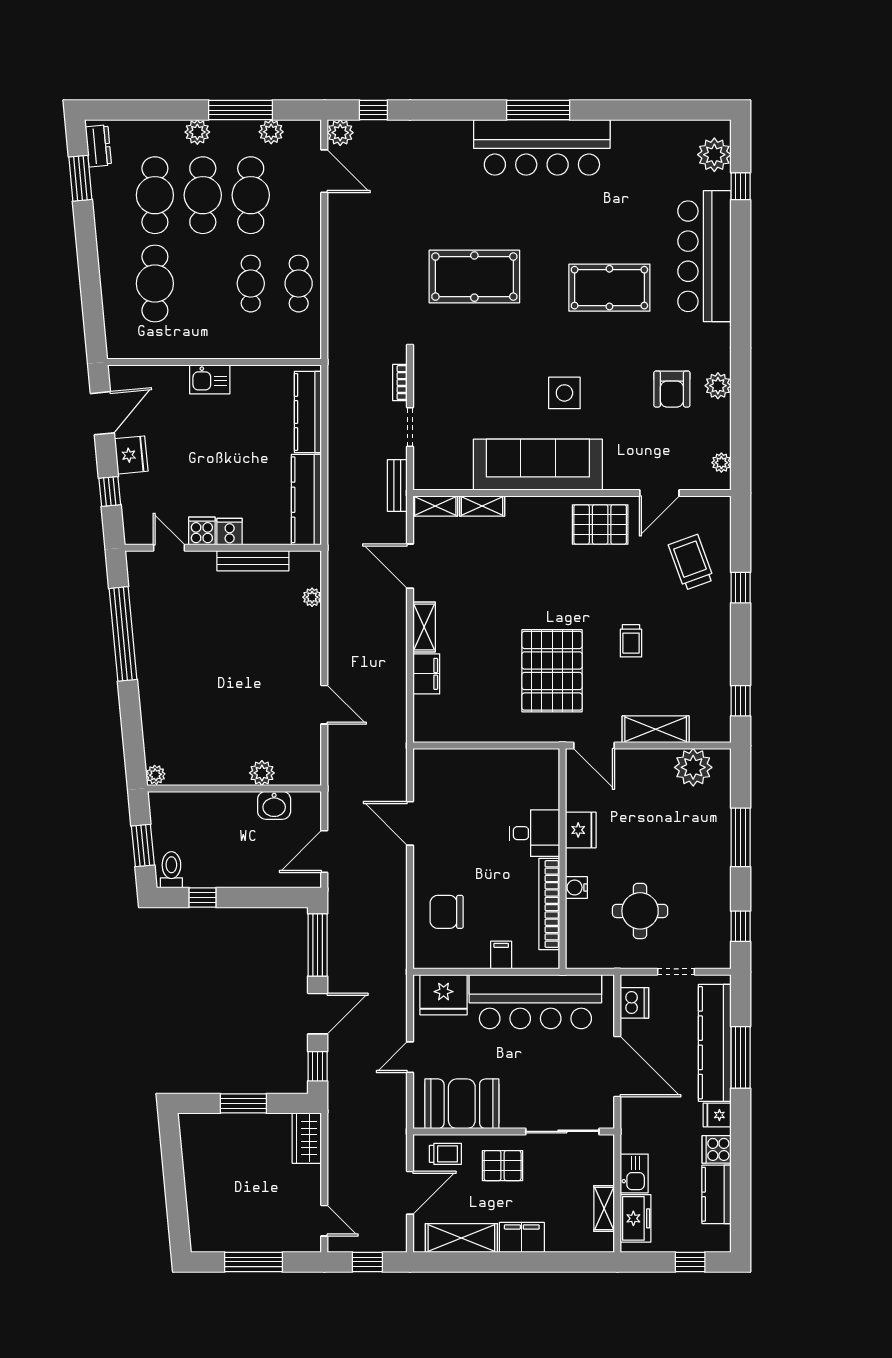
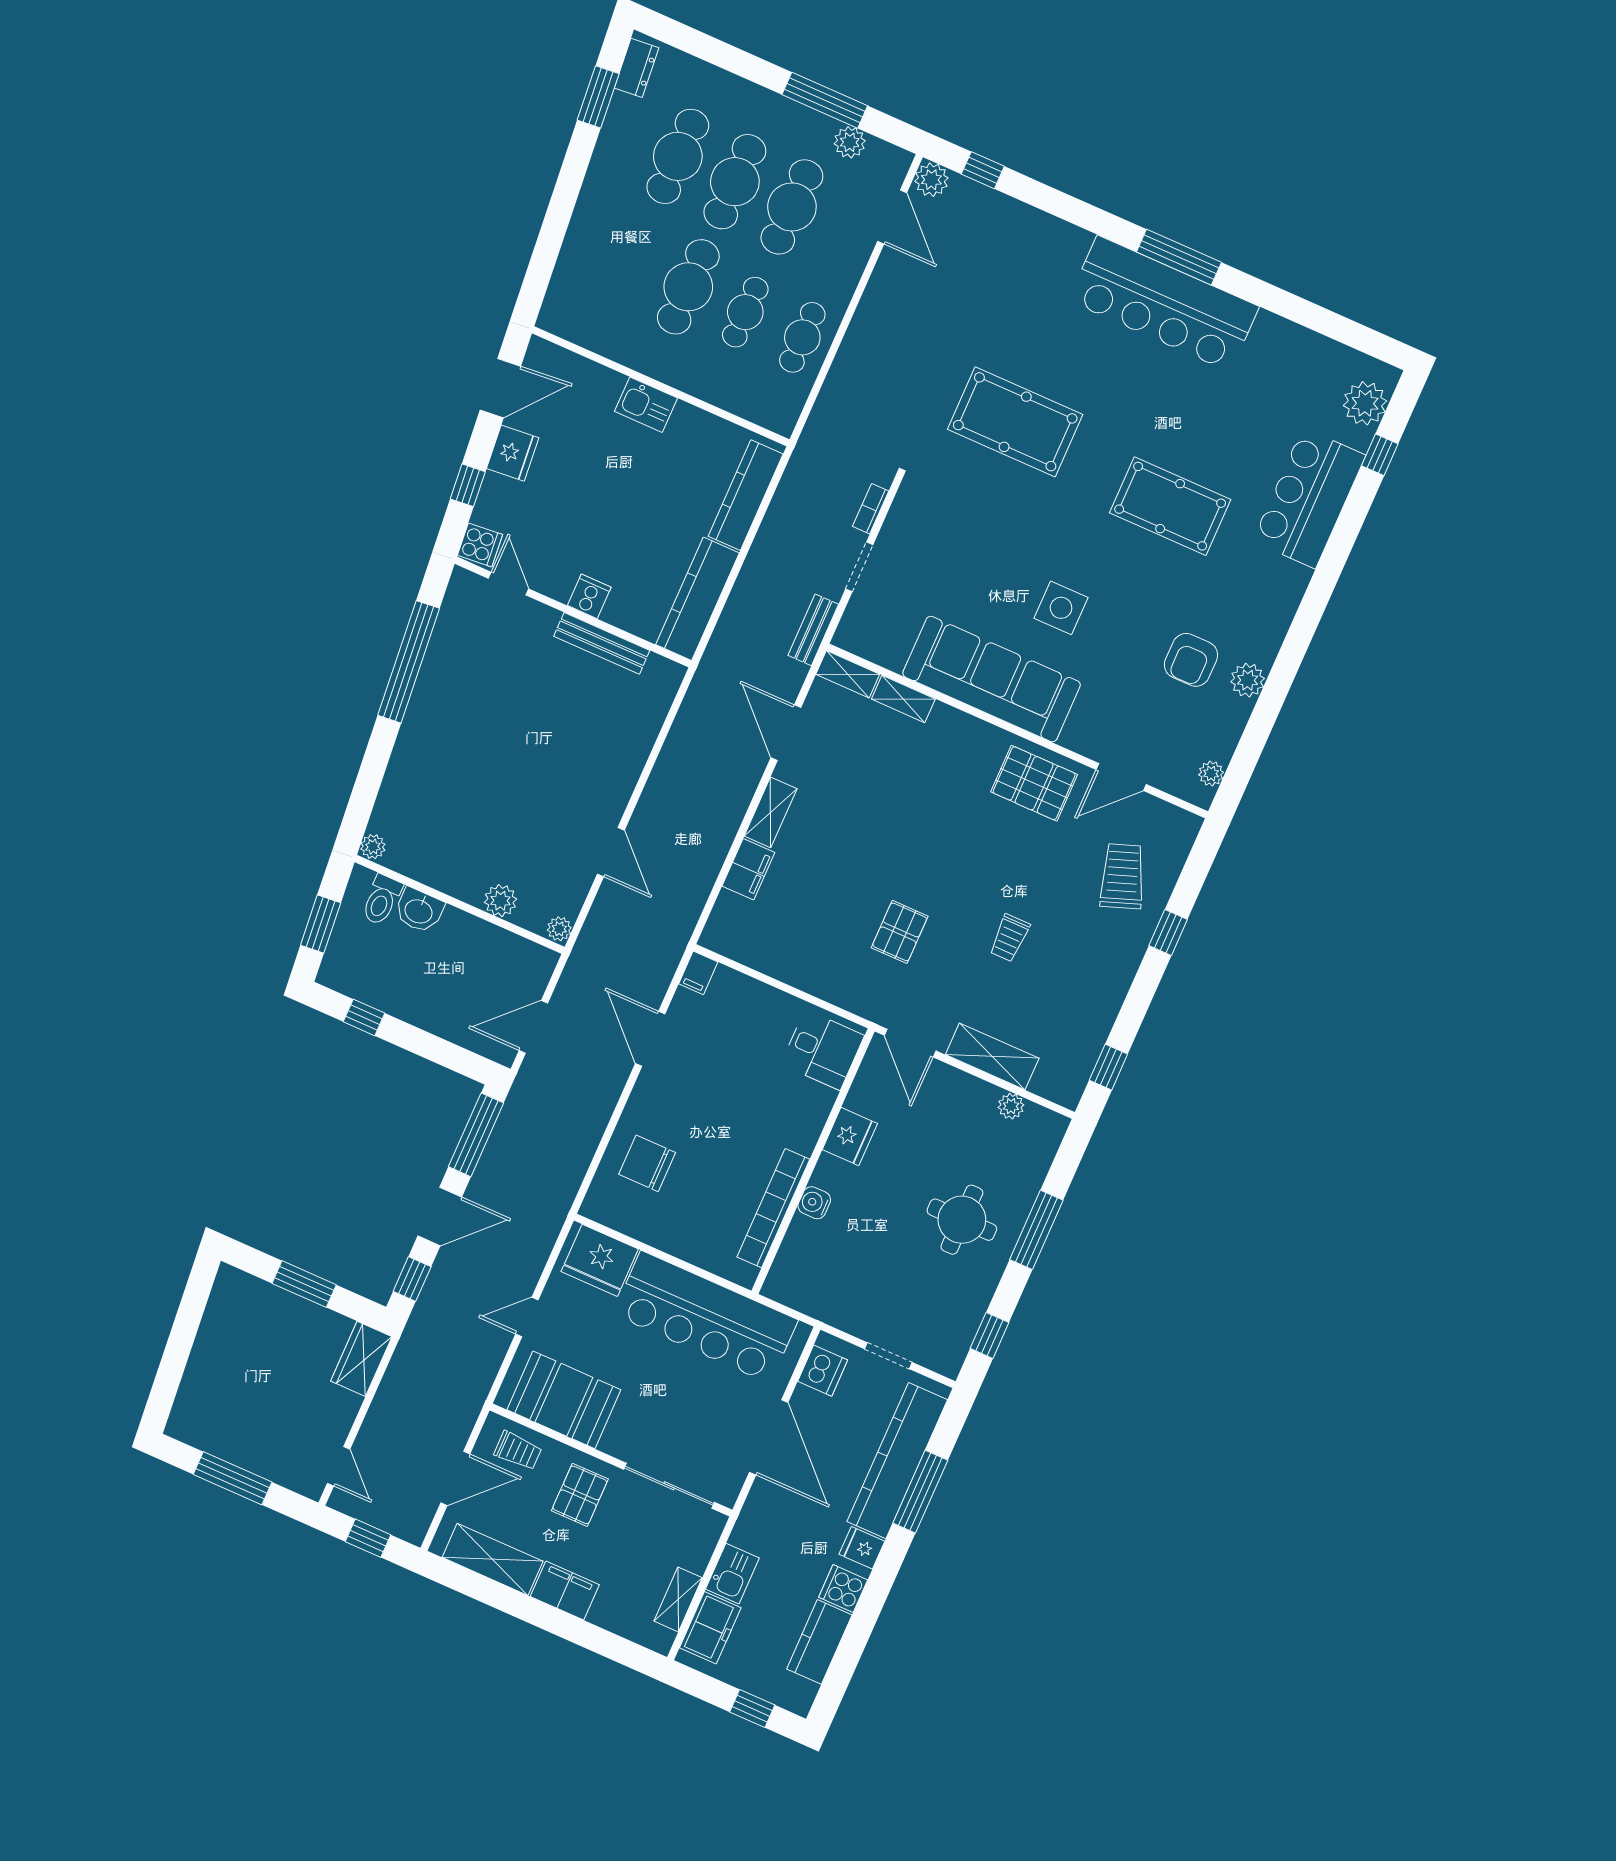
plant: (197, 132) -> (762, 104), removed
bar counter: (704, 256) -> (1309, 498), width x0.73
cafe table: (155, 284) -> (688, 287), moved
cooker: (202, 531) -> (480, 545), moved, turned 85
plant: (312, 597) -> (559, 929), moved
pallet: (552, 671) -> (900, 932), width x0.49, depth x0.50
plant: (693, 767) -> (1011, 1106), width x0.53, depth x0.53
washbasin: (274, 805) -> (419, 910), moved
desk: (535, 833) -> (823, 1050), moved
toilet: (171, 870) -> (382, 900), moved, turned 180
round table: (640, 911) -> (962, 1220), moved
filing cabinet: (501, 955) -> (698, 973), moved, turned 180
pallet: (503, 1166) -> (580, 1495), turned 90

